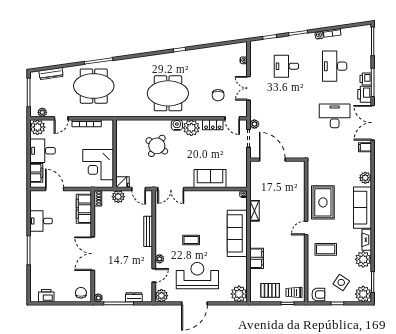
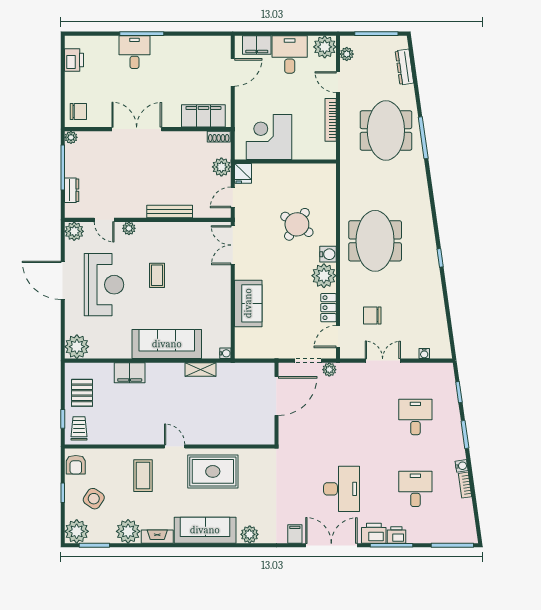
desk: (335, 66) -> (415, 489), width x0.73
desk: (41, 221) -> (134, 52), moved

